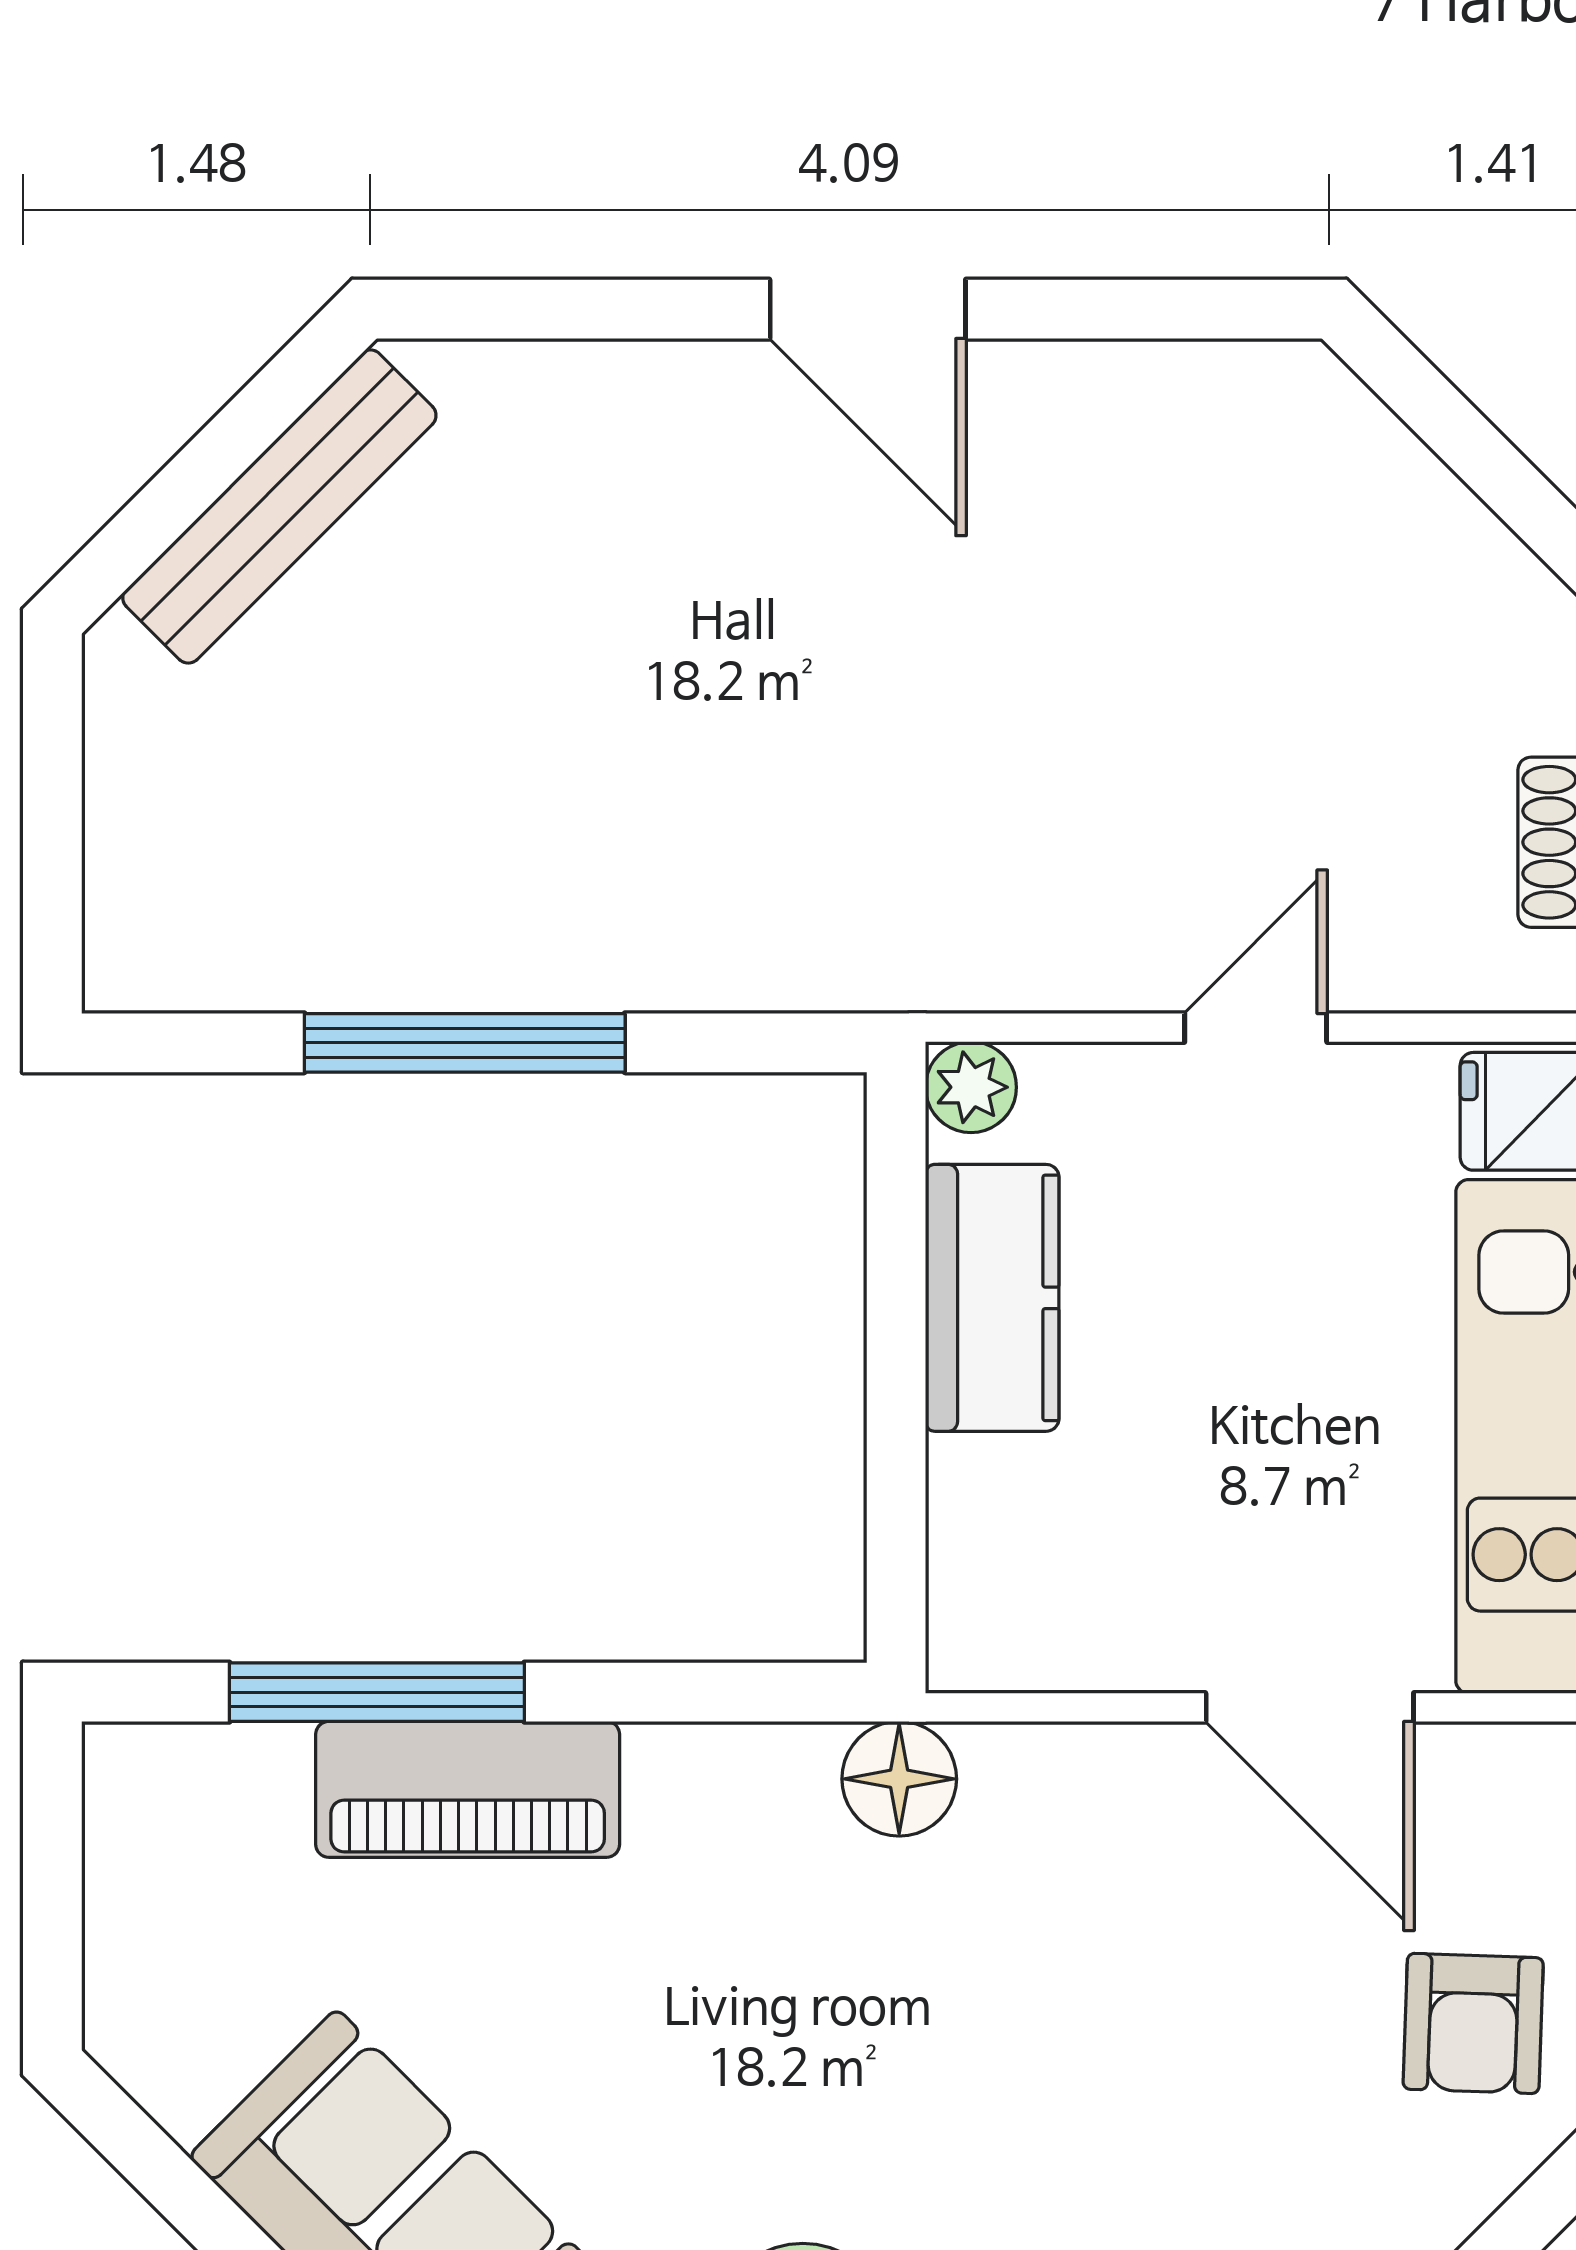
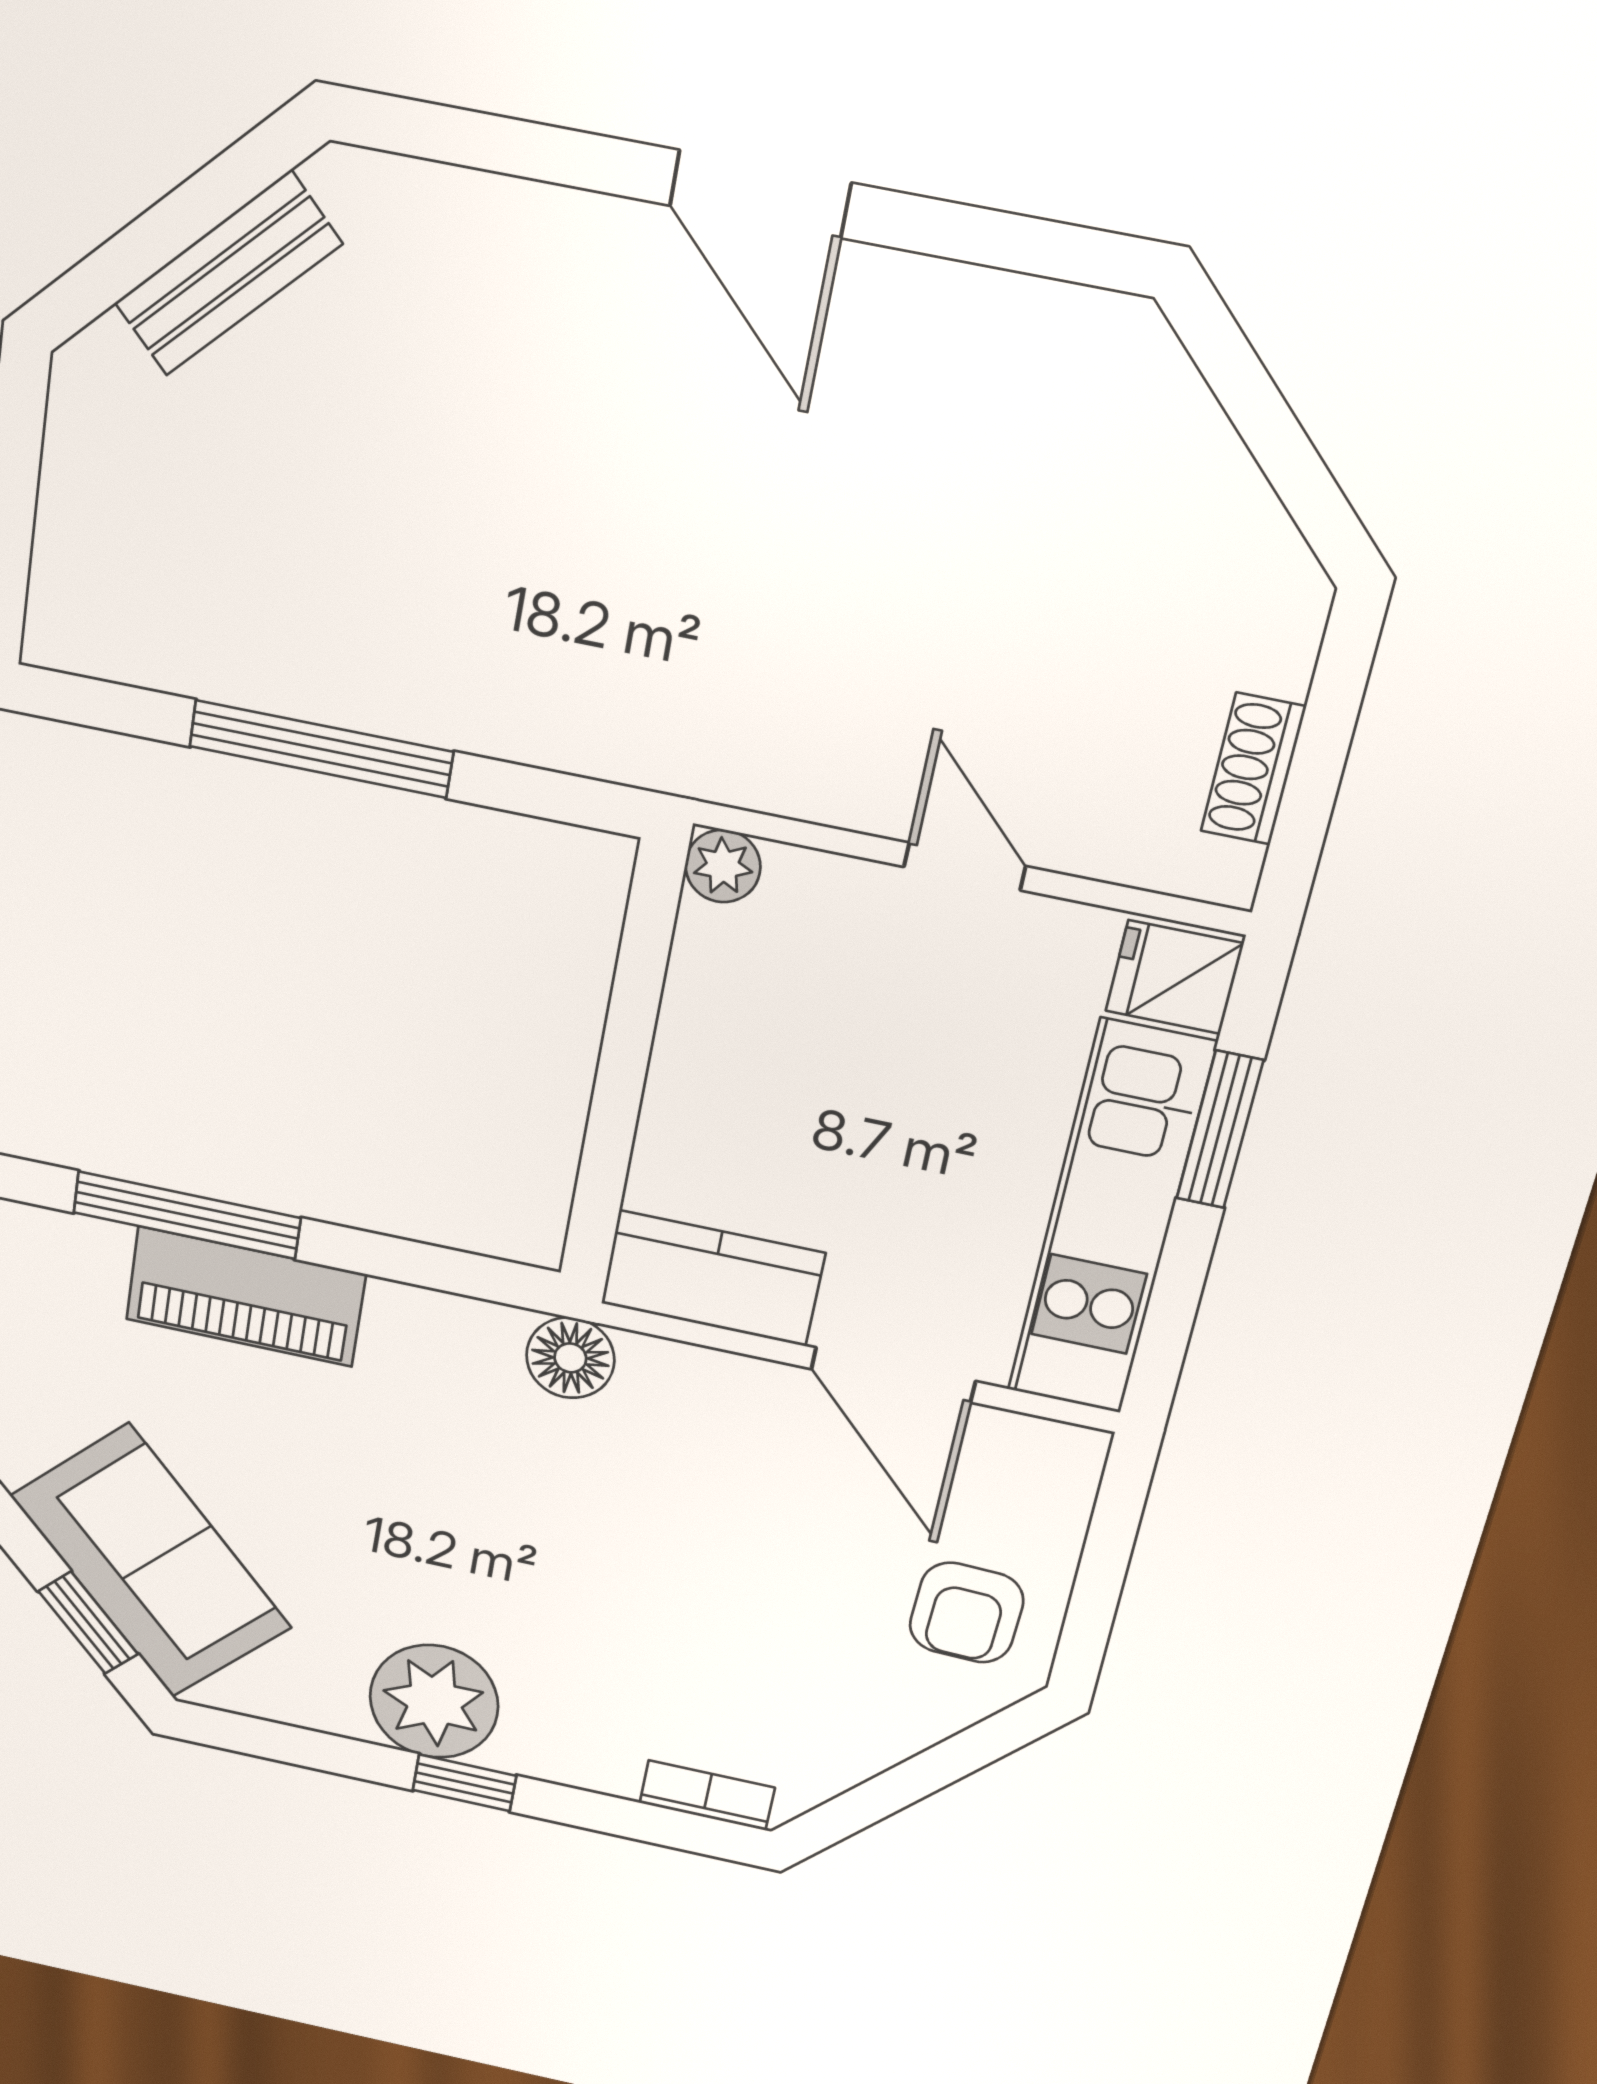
bench: (279, 507) -> (228, 274), width x0.73
door: (1256, 1028) -> (965, 866), hinge flipped
kitchen counter: (992, 1298) -> (713, 1278), moved, turned -90

